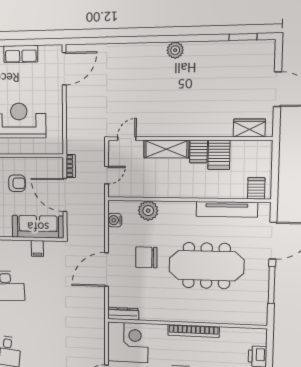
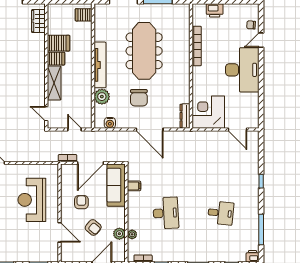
tv unit: (227, 209) -> (100, 65), moved
bookcase: (194, 331) -> (197, 46), moved

